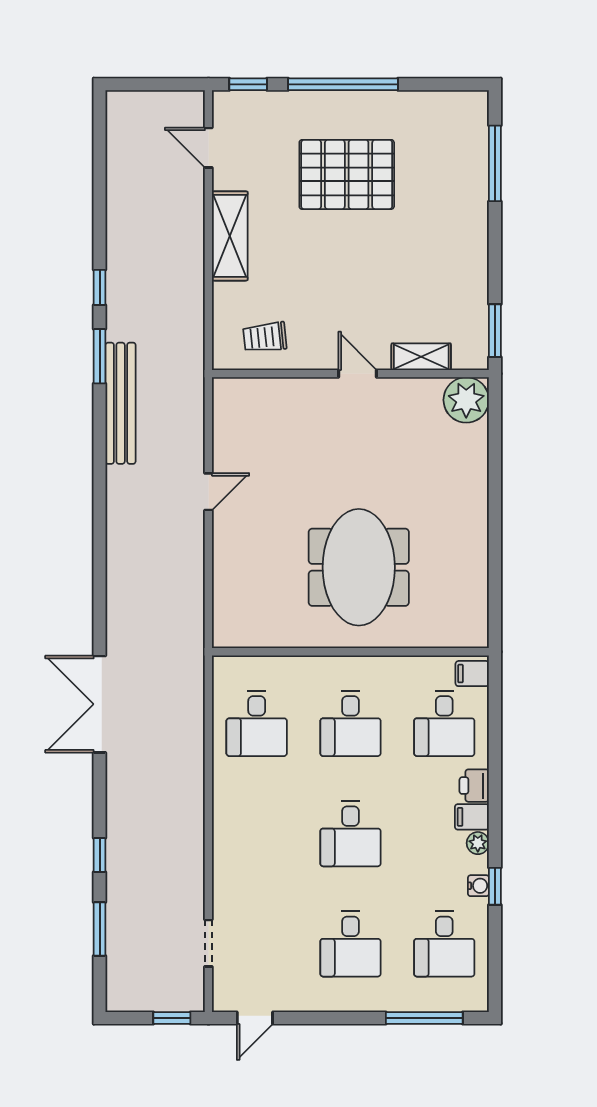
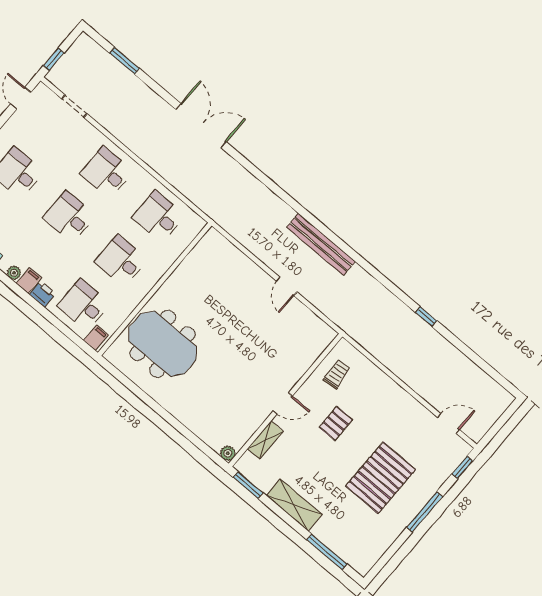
window: (343, 84) -> (425, 512), width x0.68
shelving: (230, 236) -> (294, 505), moved
pallet: (327, 287) -> (336, 423), added
window: (100, 356) -> (394, 289), removed
plant: (466, 400) -> (228, 453), width x0.53, depth x0.53
bench: (121, 403) -> (321, 244), moved
meeting table: (359, 567) -> (163, 344), moved
double door: (100, 704) -> (201, 126), moved
desk: (257, 834) -> (107, 173), added
window: (100, 855) -> (159, 90), removed

